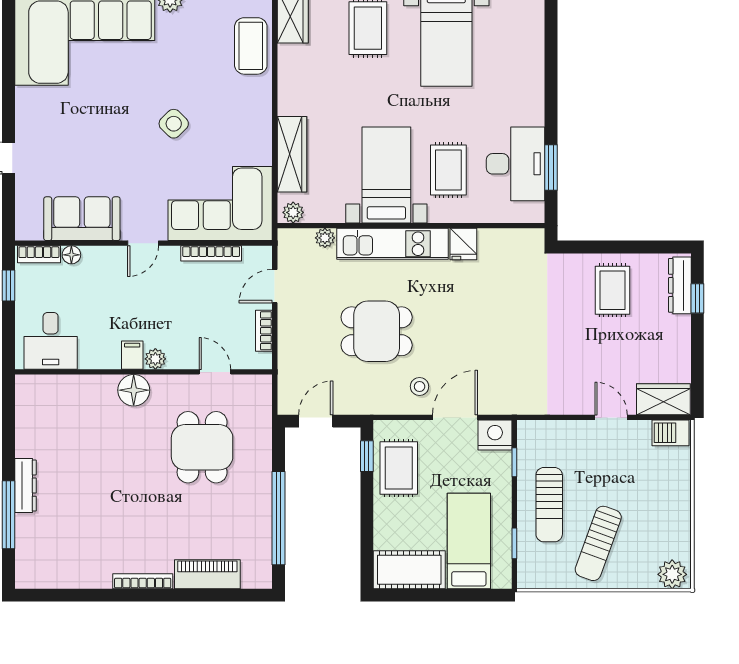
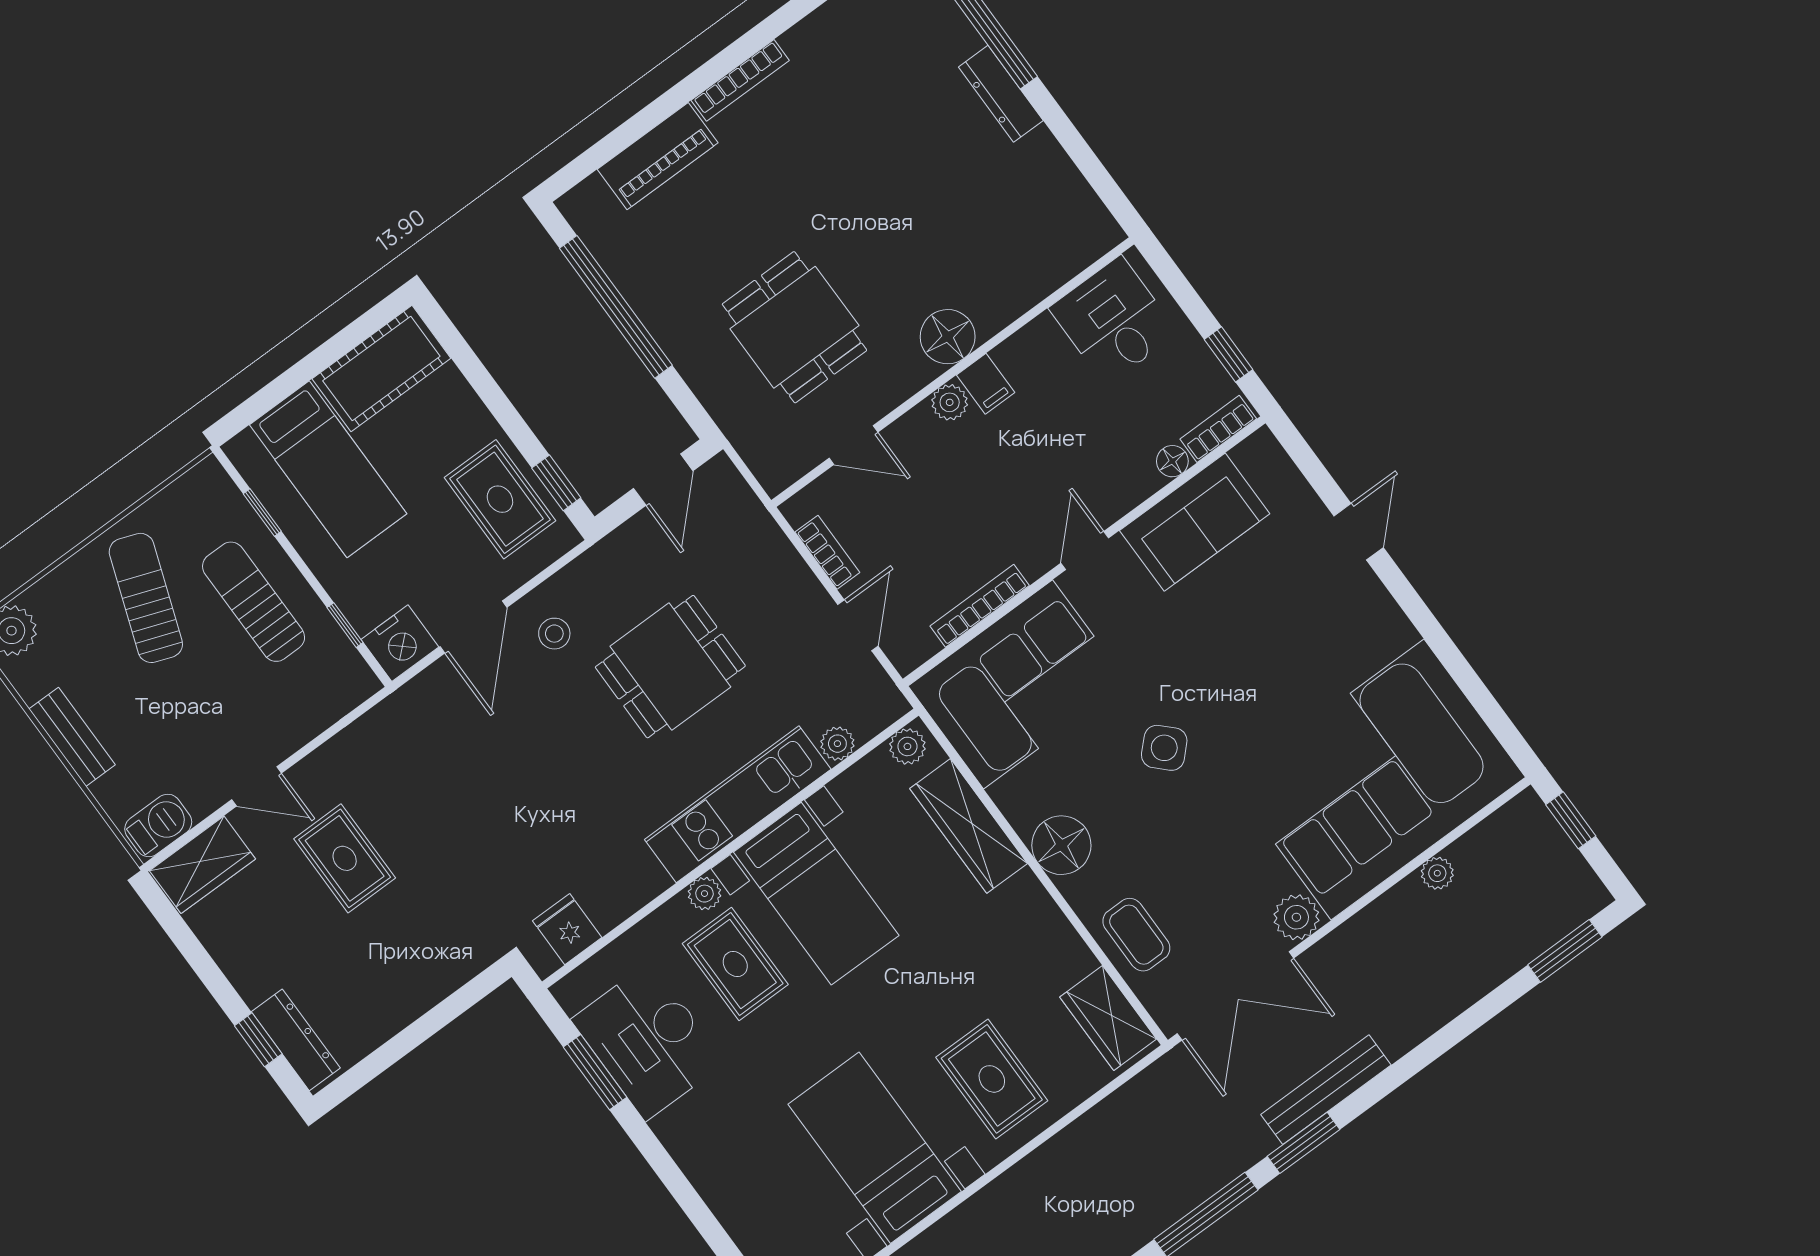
coffee table: (251, 46) -> (1136, 935), width x0.73, depth x0.77
floor lamp: (255, 113) -> (1061, 845), added
plant: (439, 213) -> (704, 894), added
fridge: (463, 244) -> (567, 929), moved
rug: (613, 290) -> (345, 858), moved
bench: (680, 504) -> (72, 737), added

